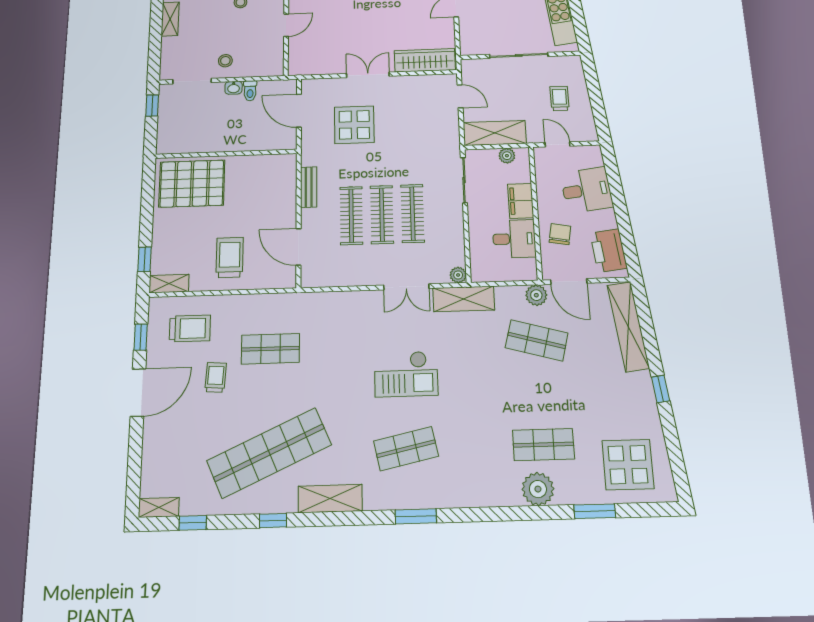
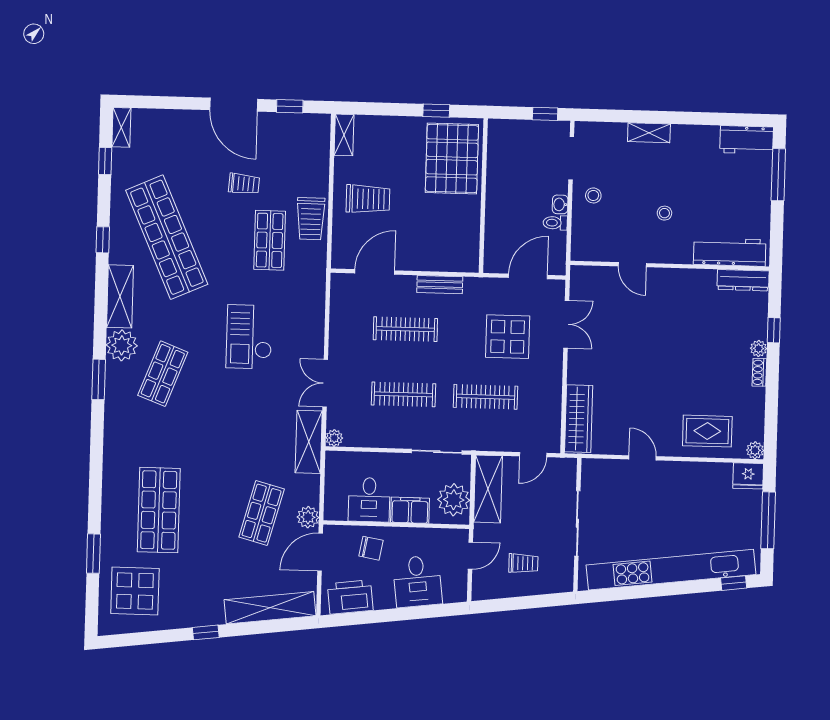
double door: (368, 75) -> (566, 324), moved
plant: (507, 156) -> (454, 500), width x1.88, depth x1.88
clothes rail: (382, 215) -> (486, 397), moved
window: (144, 259) -> (436, 111), moved
trolley: (190, 328) -> (311, 219), moved
checkout: (406, 374) -> (249, 337), moved
shop shelf: (543, 445) -> (159, 510), width x1.43, depth x1.36
shop shelf: (406, 449) -> (163, 374), turned 33
plant: (538, 489) -> (122, 345), moved

